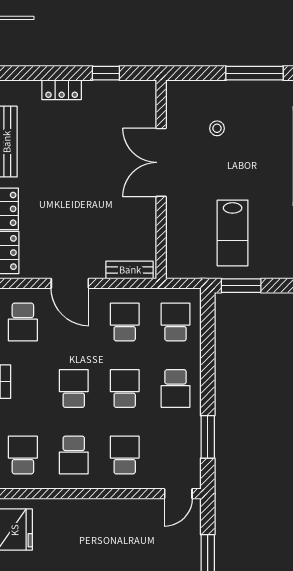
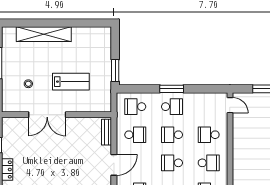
lab bench: (233, 233) -> (71, 82), moved
school desk: (125, 322) -> (135, 135), turned 180
window: (208, 437) -> (172, 89), moved

